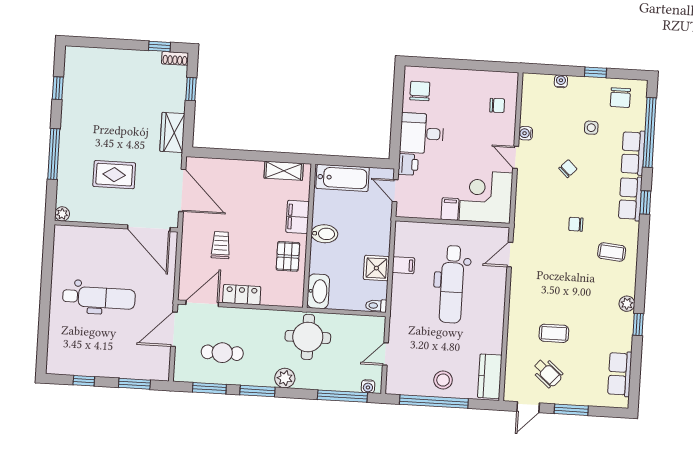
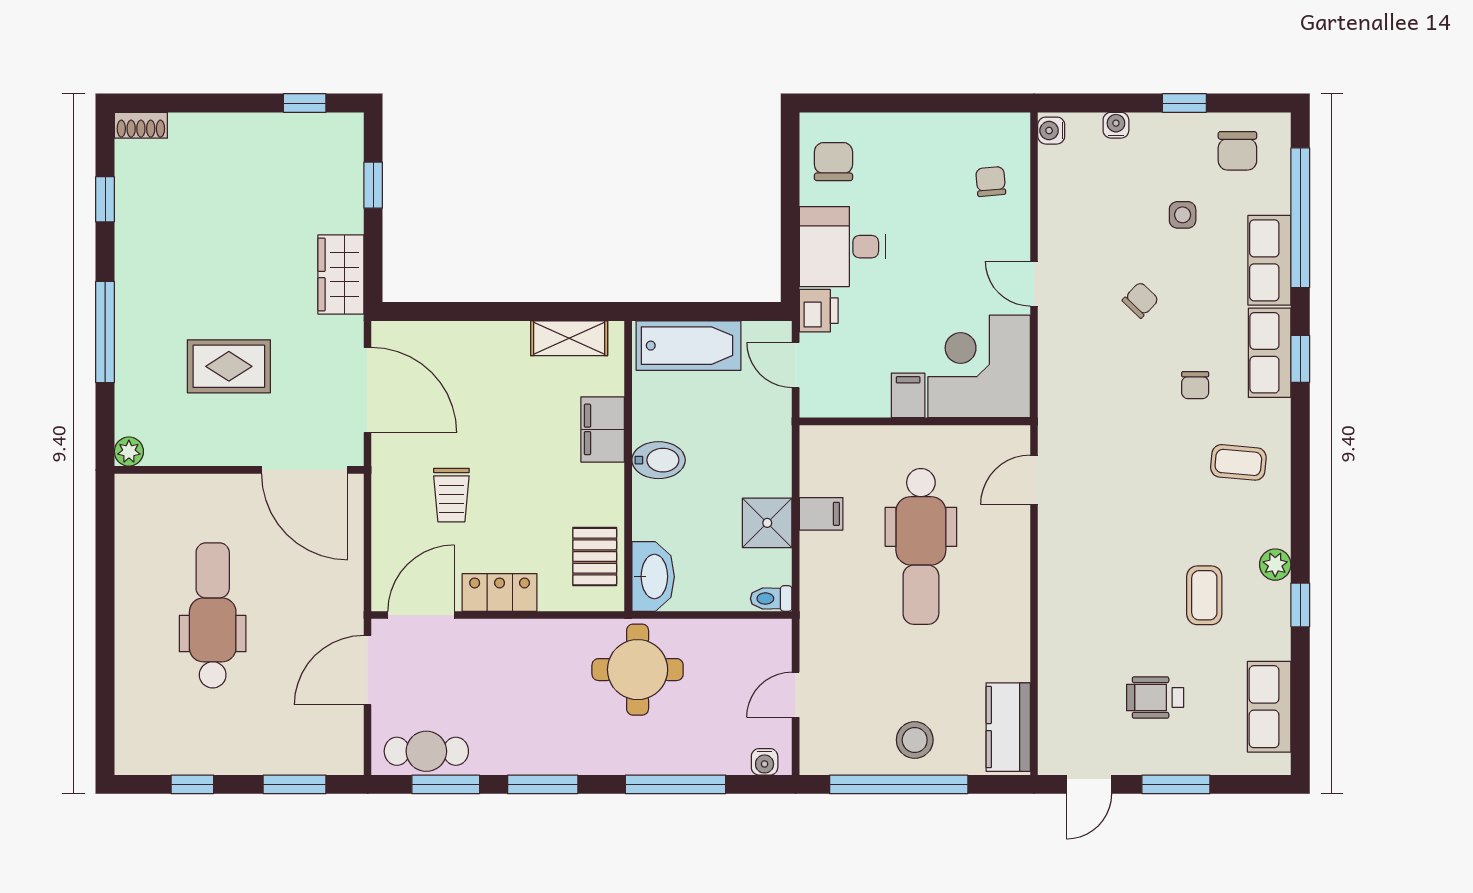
shoe rack: (175, 58) -> (141, 125), moved
chair: (497, 105) -> (991, 181), turned -94
water cooler: (526, 133) -> (1051, 131), moved
chair: (576, 224) -> (1195, 385), moved, turned -90
trolley: (221, 245) -> (451, 495), turned 180
pallet: (288, 256) -> (595, 557), moved
dental chair: (99, 298) -> (213, 615), turned -90
coffee table: (554, 333) -> (1204, 595), moved, turned 90
cafe table: (222, 353) -> (426, 751), moved
wheelchair: (548, 373) -> (1155, 698), moved, turned 139
plant: (285, 378) -> (596, 755), removed
window: (342, 396) -> (675, 784), moved

